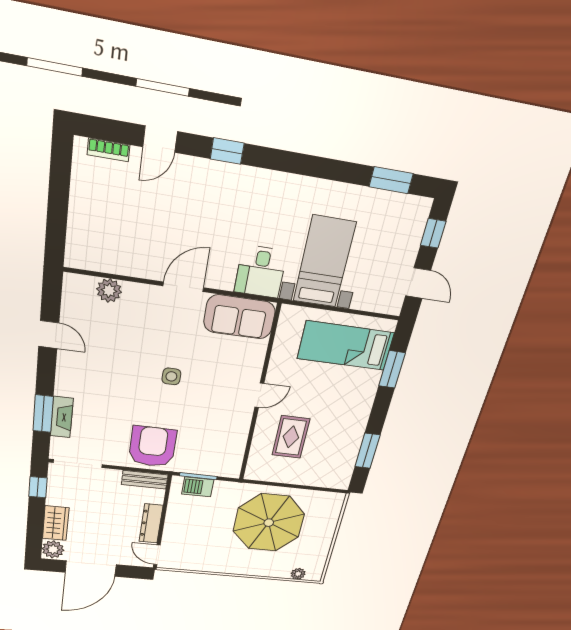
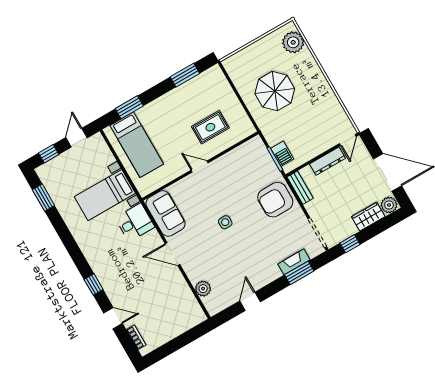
parasol: (269, 523) -> (275, 91), width x0.73, depth x0.73
plant: (298, 574) -> (293, 42), width x1.87, depth x1.87

